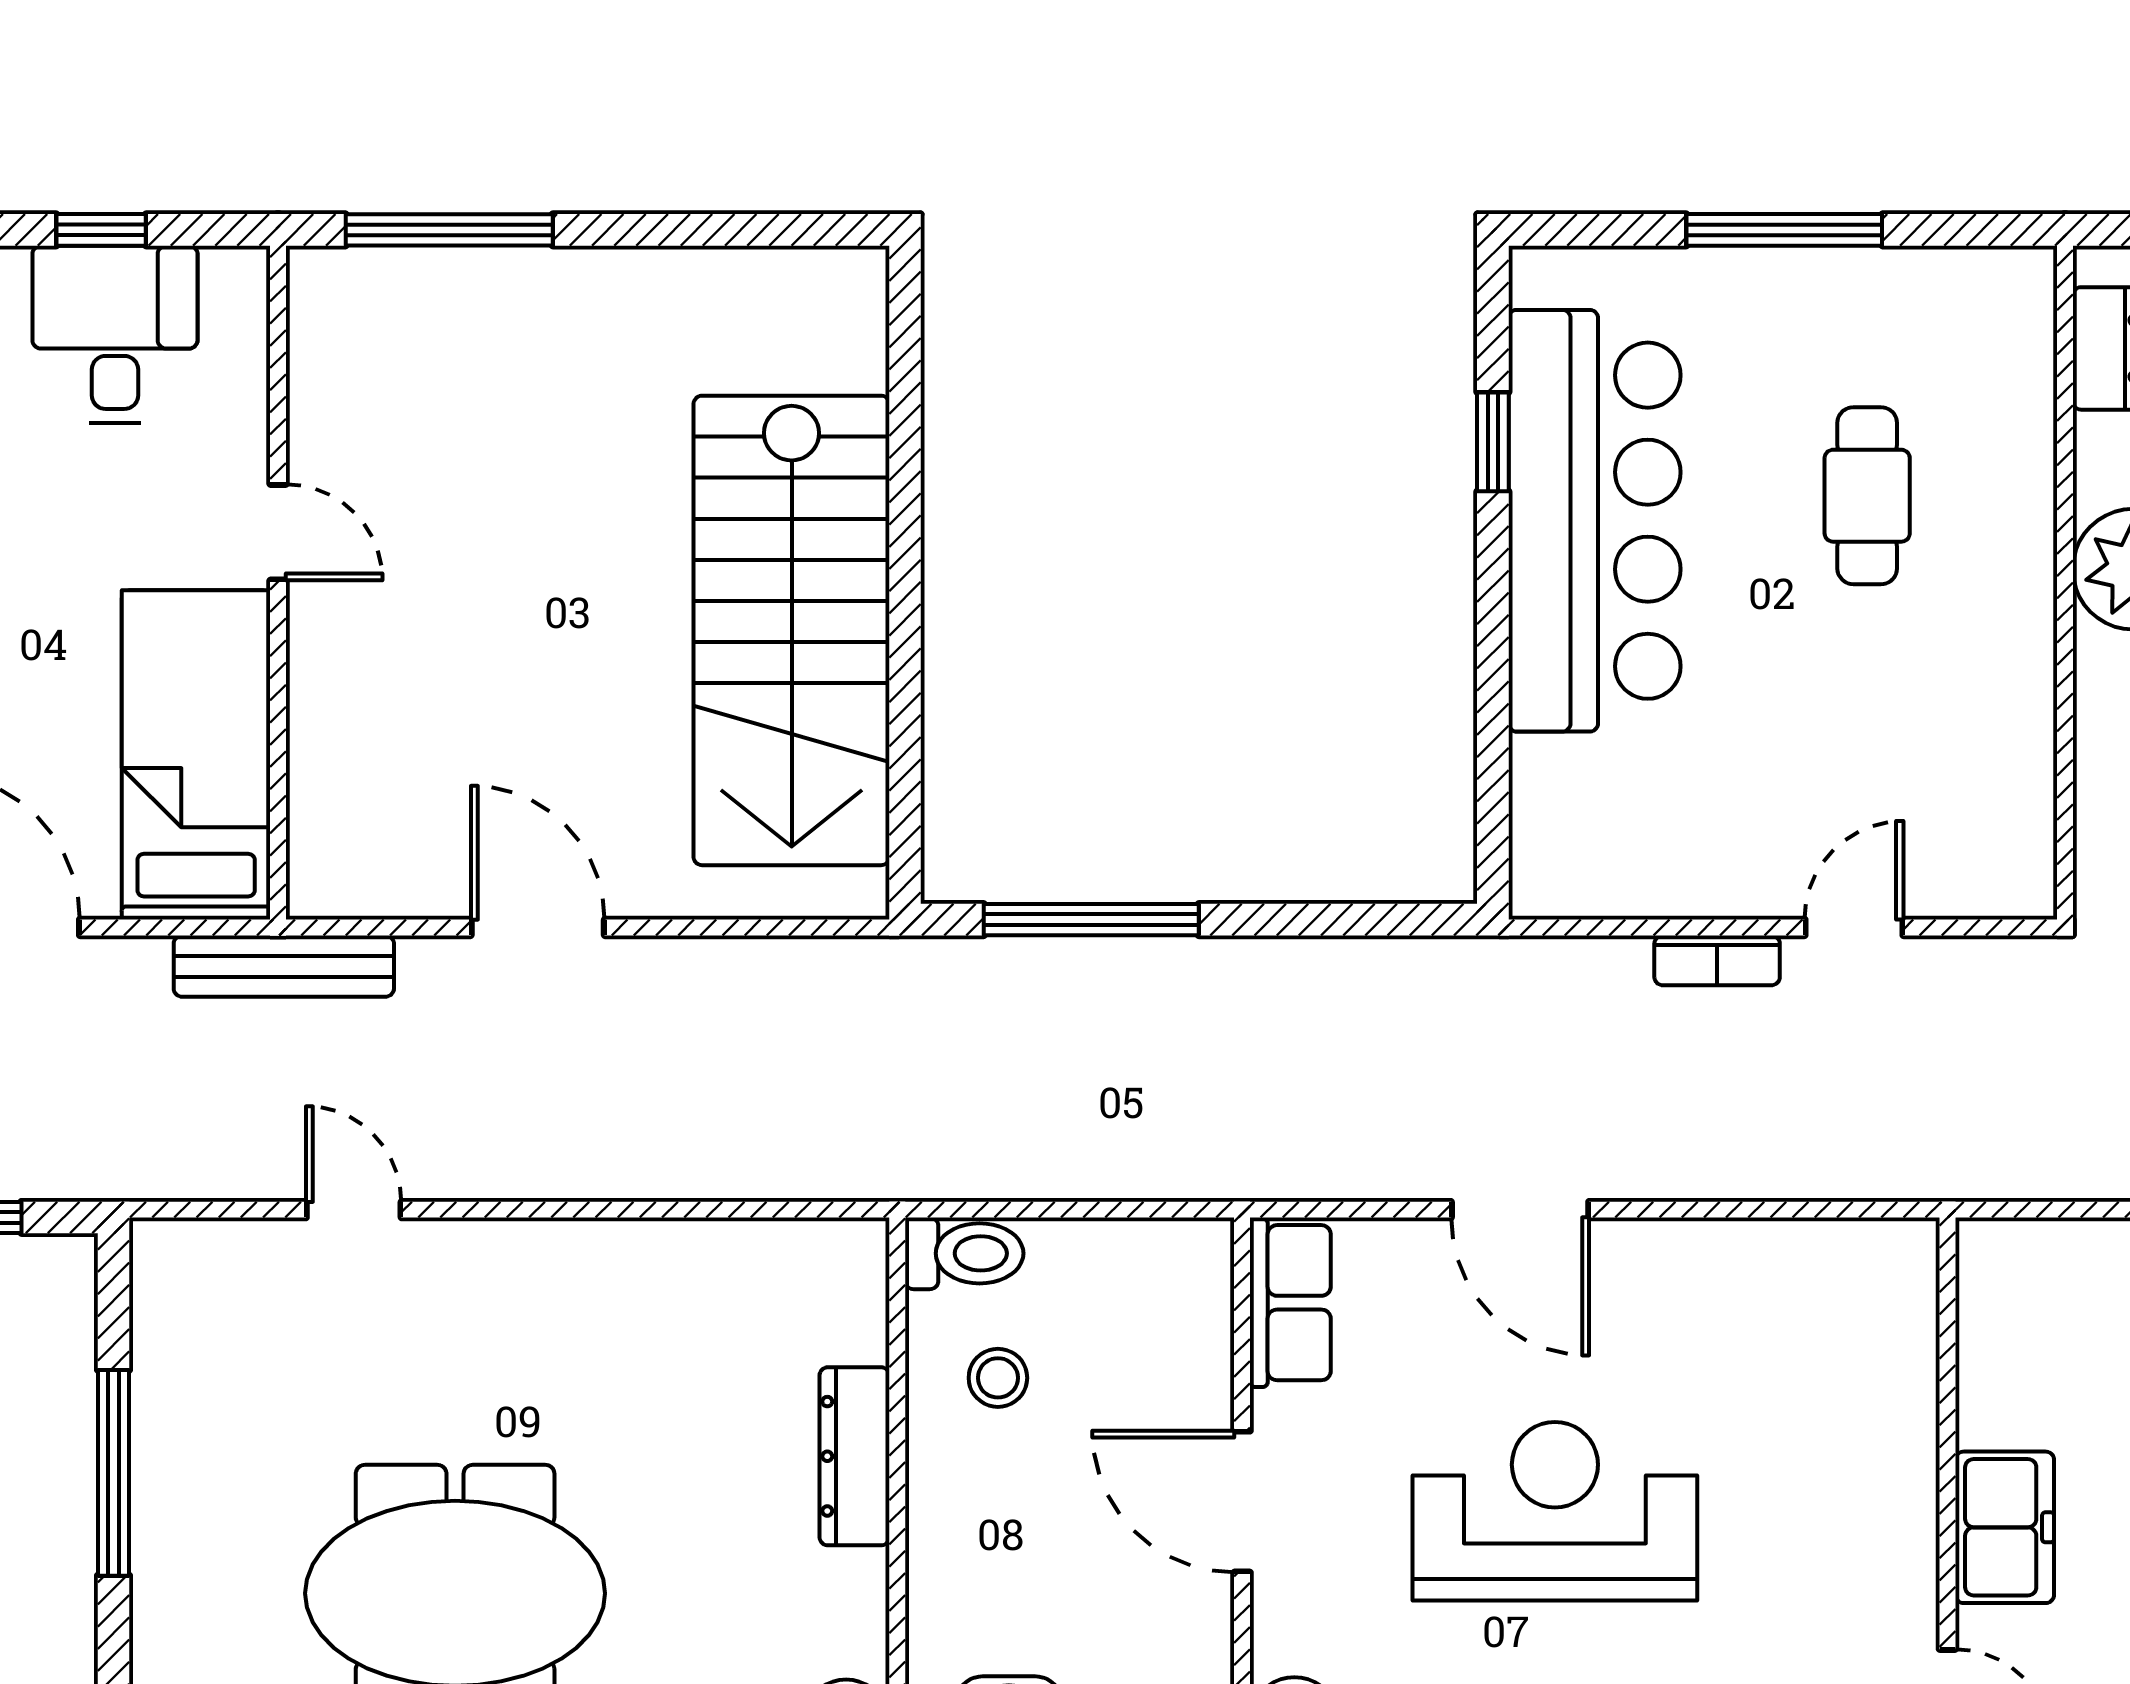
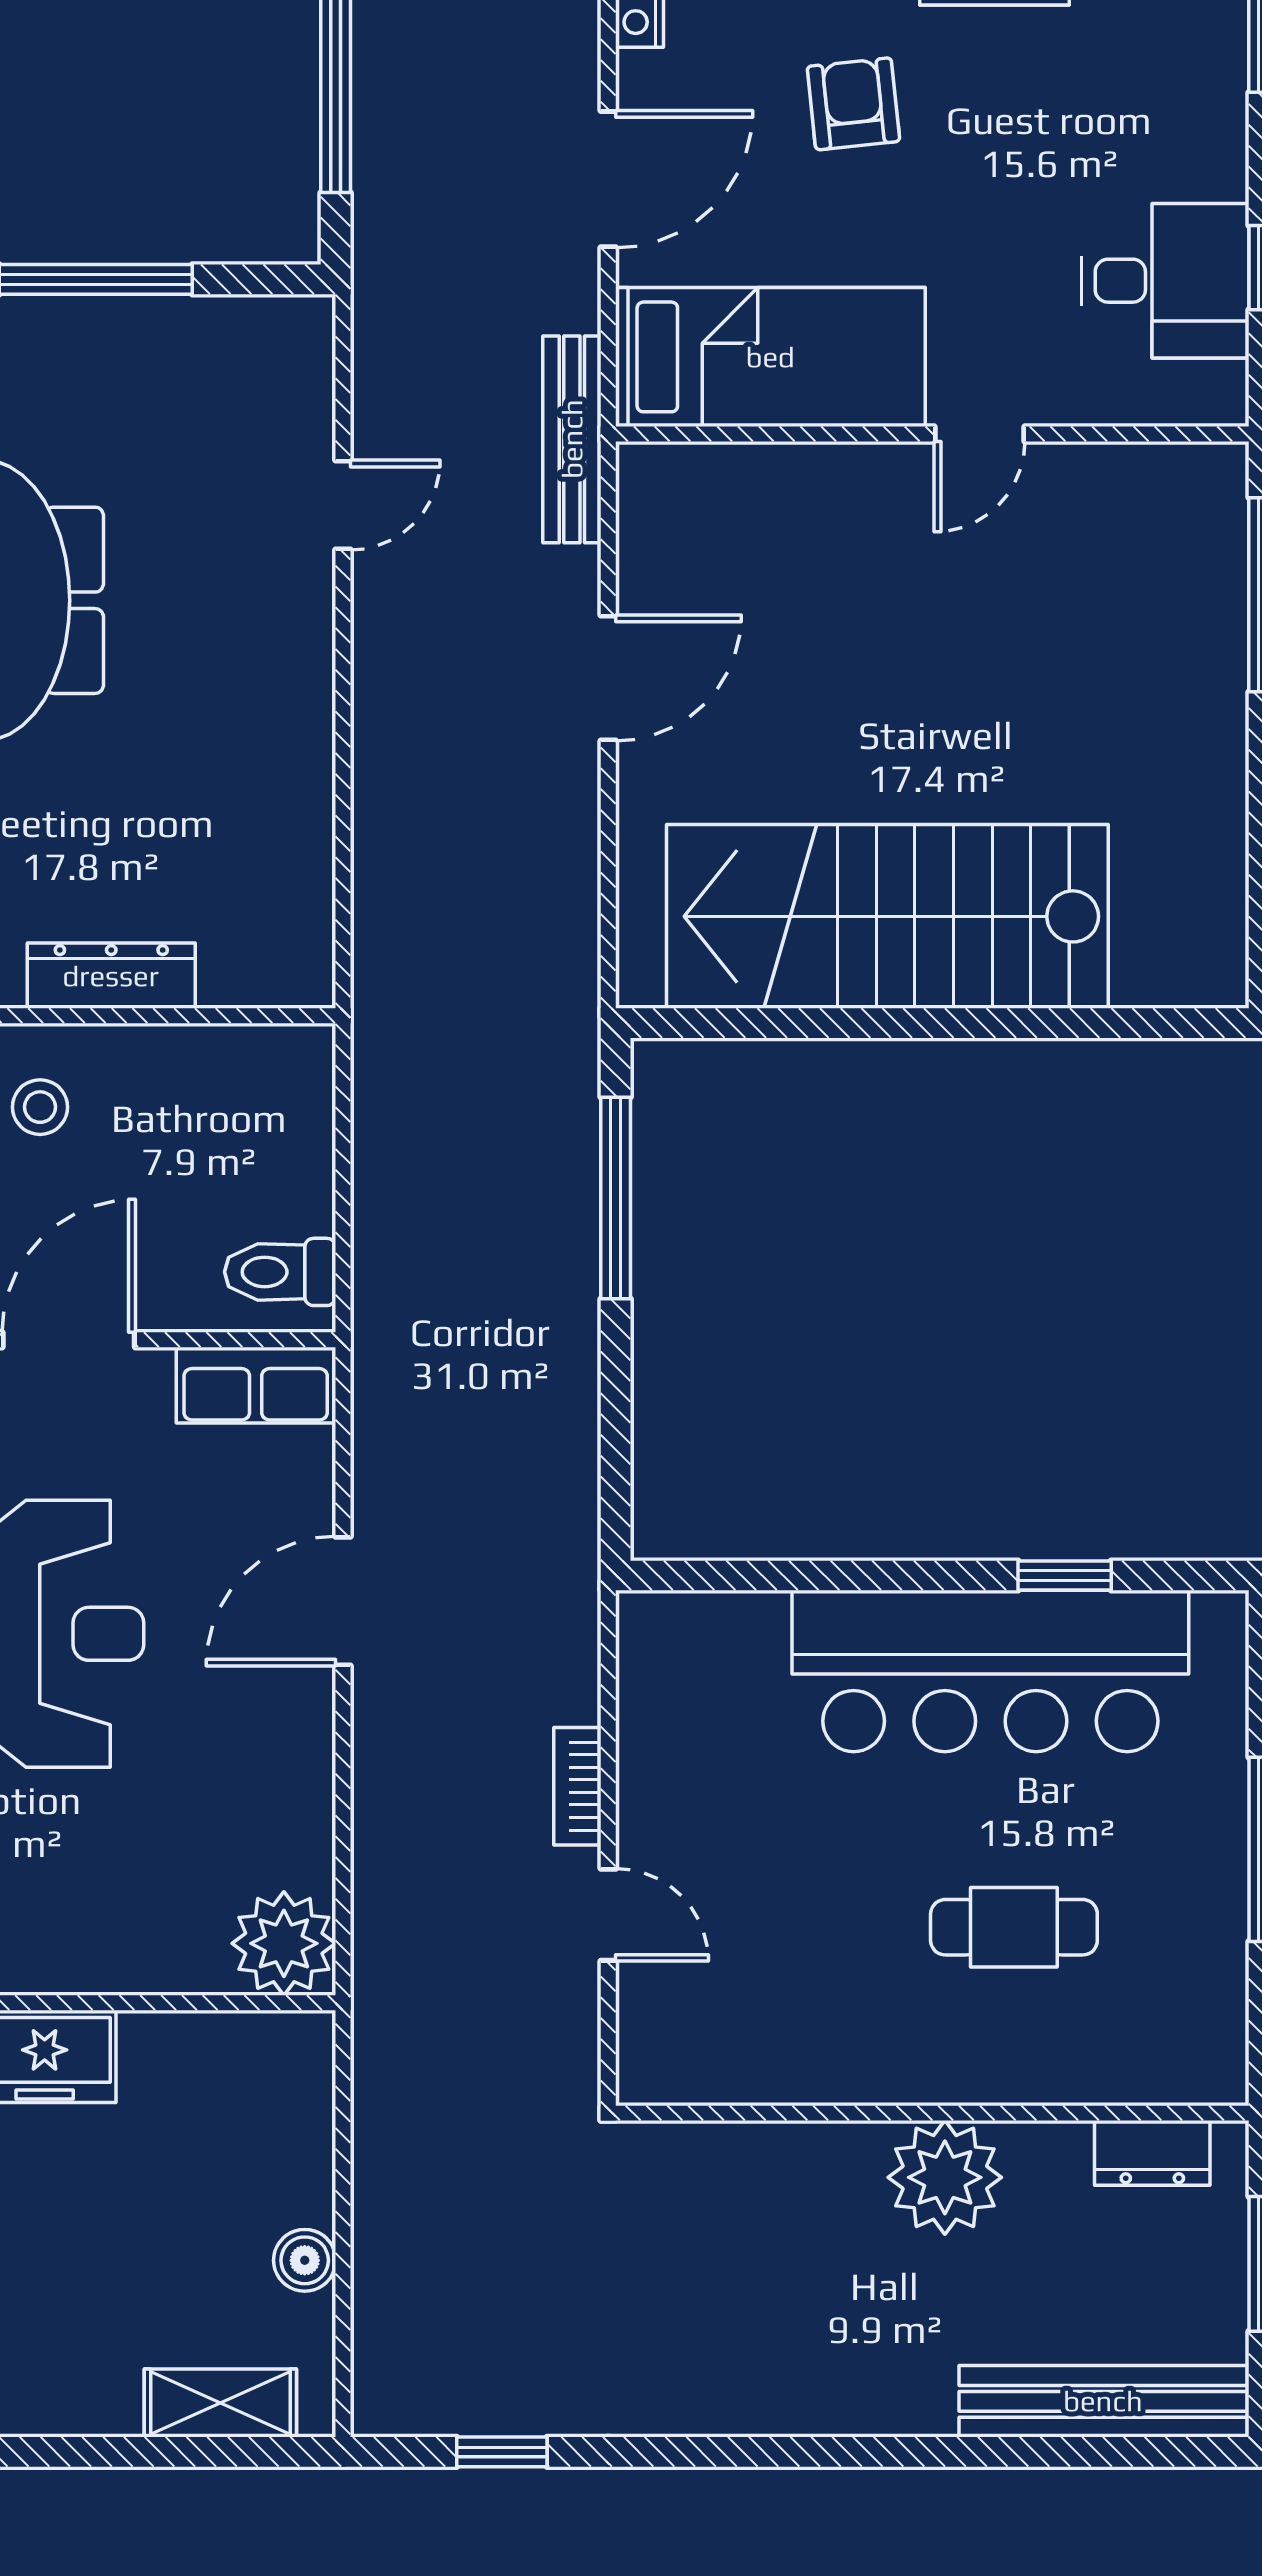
toilet: (964, 1253) -> (280, 1272), moved, turned 90
plant: (1884, 1273) -> (284, 1943), added
stool: (998, 1378) -> (40, 1107), moved

